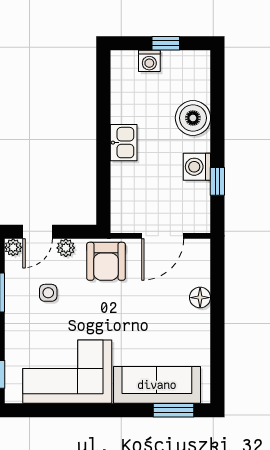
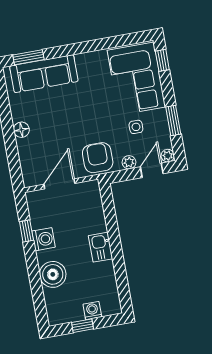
floor lamp: (200, 298) -> (21, 130), moved
corner sofa: (67, 372) -> (136, 79), moved, turned 90

